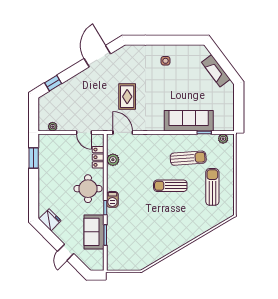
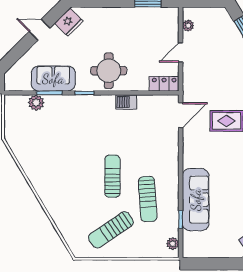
door: (84, 132) -> (181, 52), moved
locker: (98, 157) -> (164, 84), moved
plant: (113, 160) -> (36, 103), moved
sun lounger: (212, 187) -> (111, 230), turned 146
barbecue: (112, 199) -> (126, 102), moved
door: (66, 252) -> (40, 30), moved

